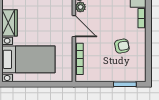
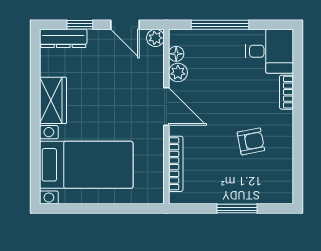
window: (125, 84) -> (237, 209), moved

